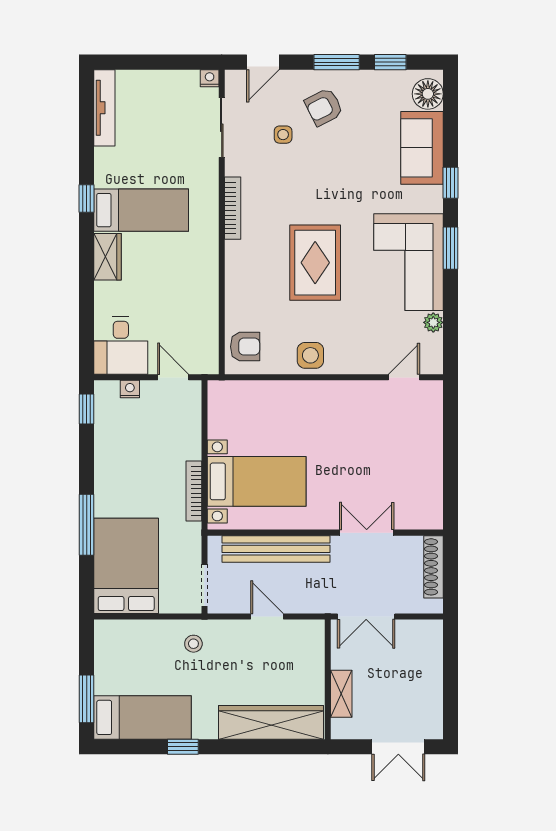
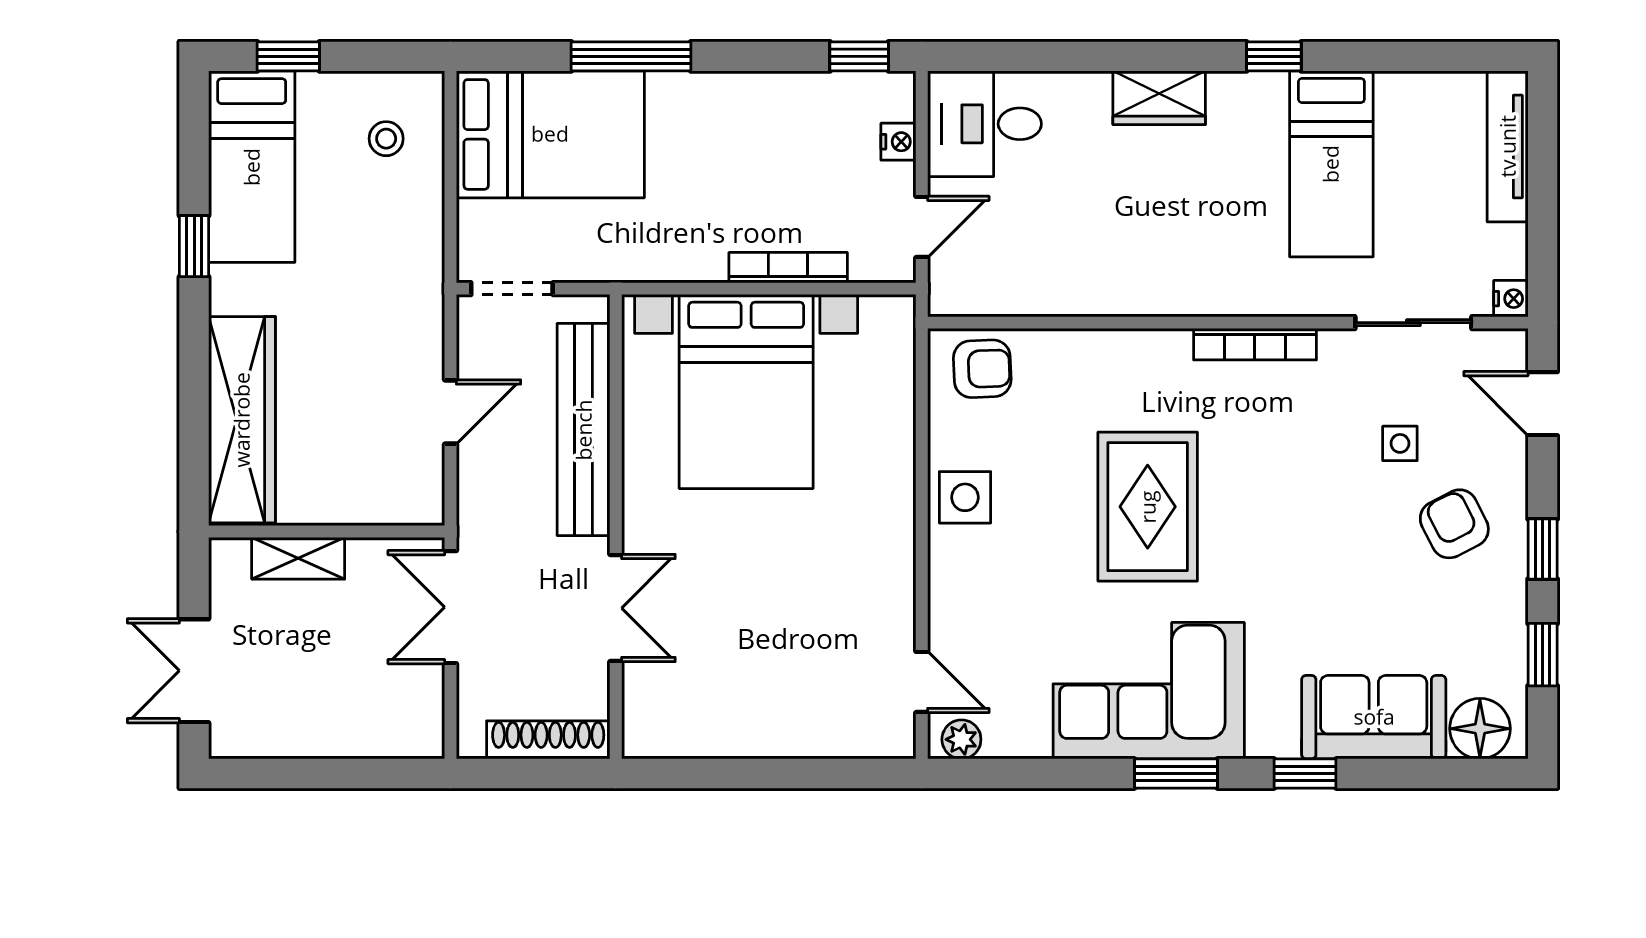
window: (337, 62) -> (1543, 549), width x0.67
tv unit: (104, 108) -> (1508, 146), moved, turned 90
bed: (141, 210) -> (1331, 164), moved
rug: (315, 263) -> (1148, 507), turned 90
plant: (433, 322) -> (961, 739), moved
armchair: (245, 347) -> (982, 369), turned -92
bed with nightstands: (257, 481) -> (746, 392), width x1.36
bookcase: (194, 491) -> (788, 268), moved
stool: (193, 644) -> (386, 139), moved
window: (87, 699) -> (288, 56), width x0.67

